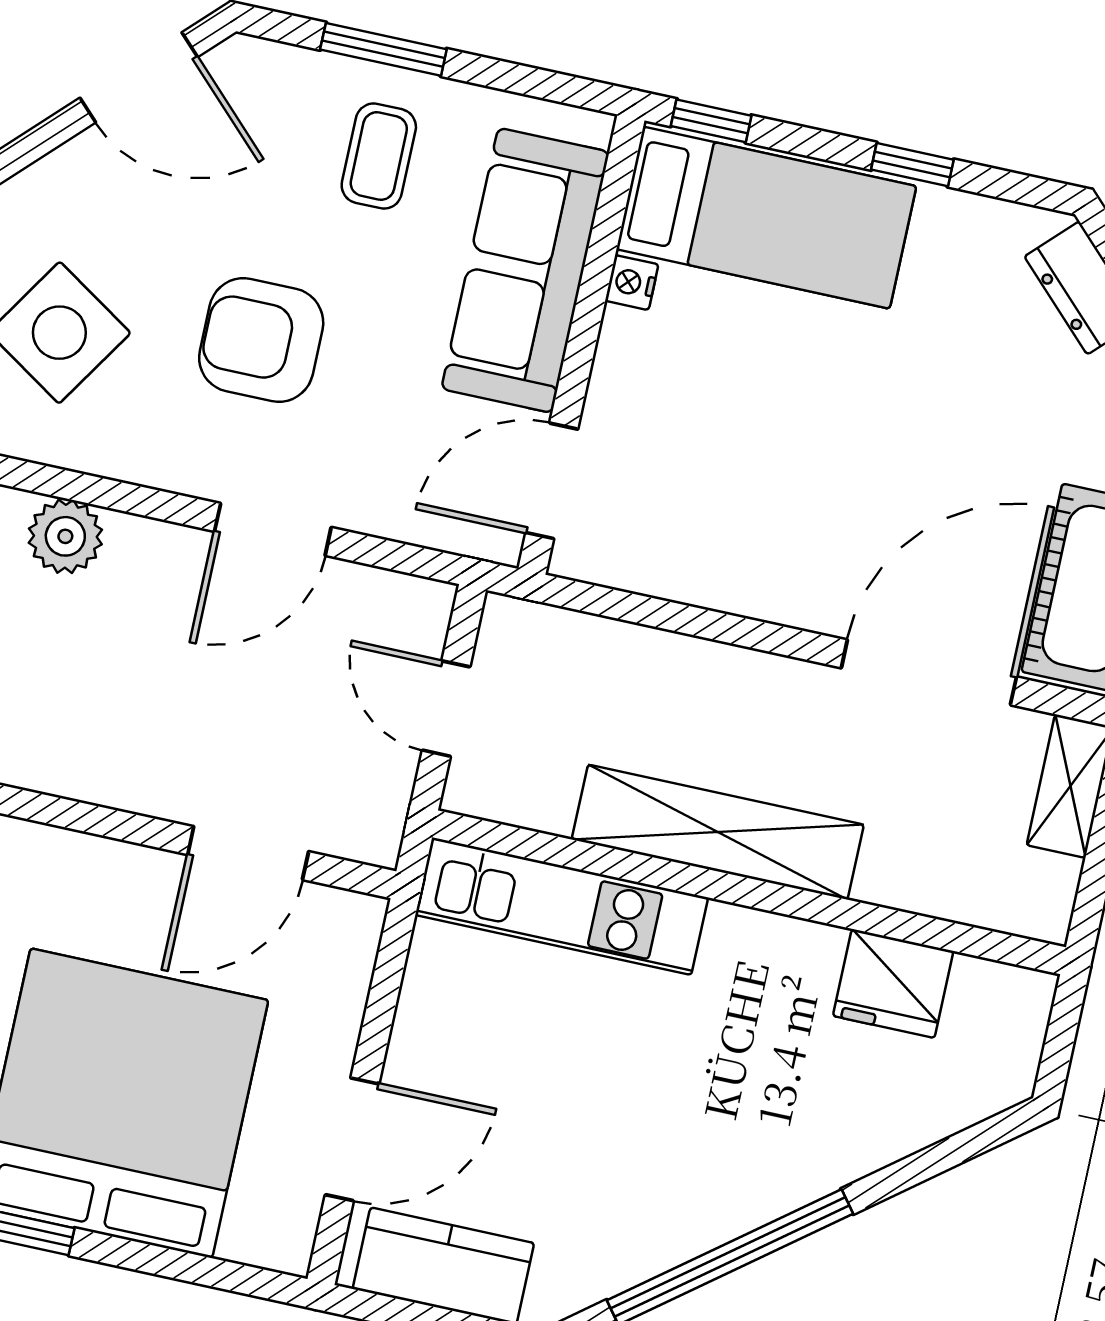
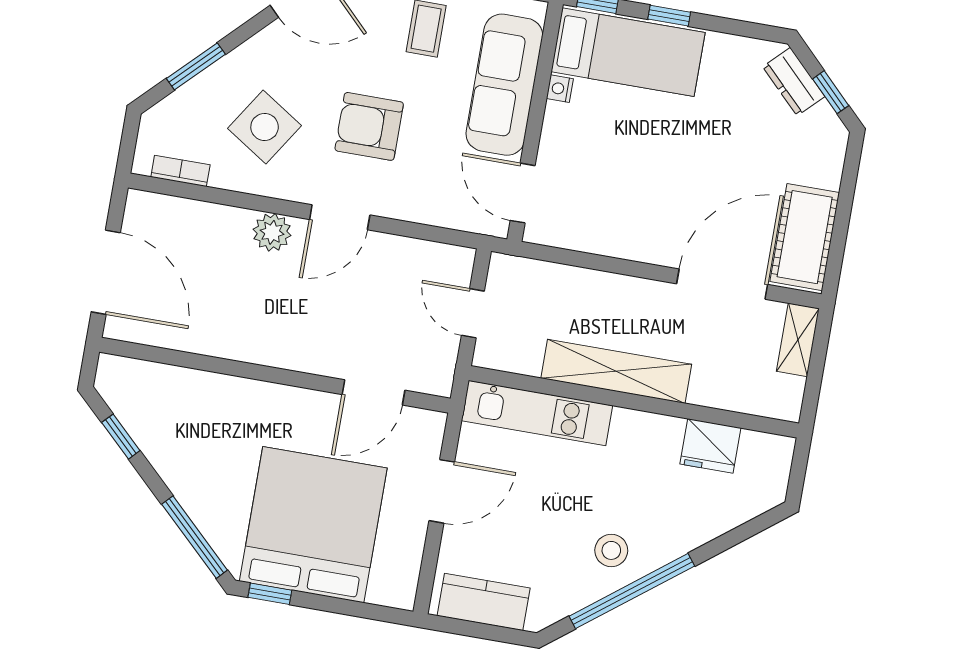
window: (912, 165) -> (669, 16), moved
door: (552, 481) -> (523, 193), hinge flipped
door: (273, 529) -> (340, 217), moved
door: (352, 1139) -> (442, 491), moved
stool: (694, 1177) -> (611, 550), added

